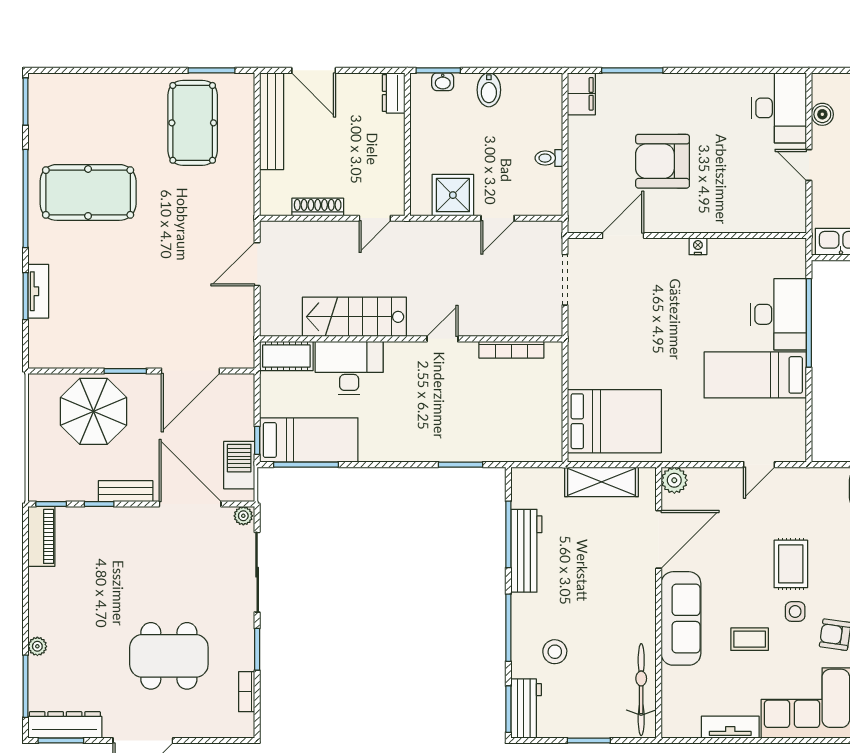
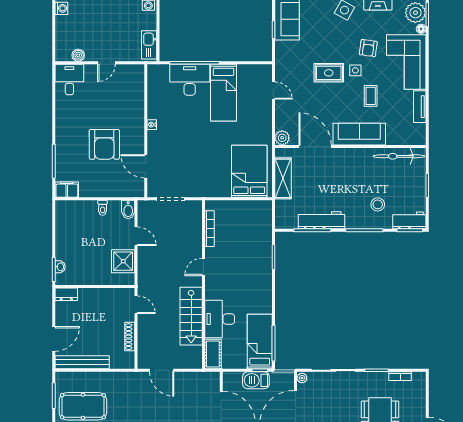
bidet: (489, 90) -> (128, 210), moved, turned 90
desk: (779, 108) -> (69, 80), width x0.73
door: (442, 339) -> (203, 267), hinge flipped
barbecue: (239, 465) -> (256, 380), moved

